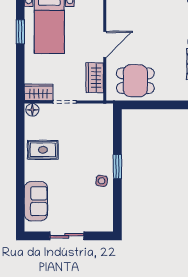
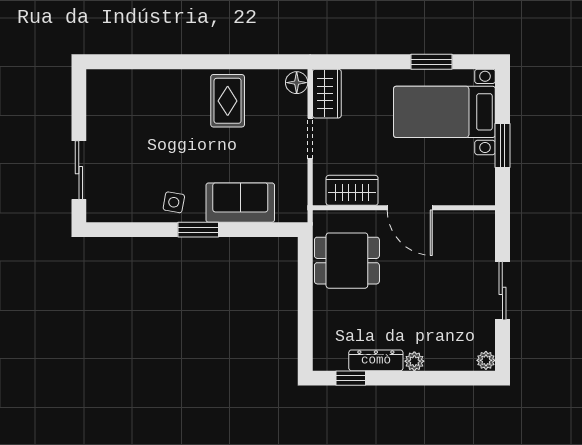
dining table: (135, 81) -> (347, 261), turned 90
sofa: (36, 201) -> (240, 203), moved, turned 180
sliding door: (67, 236) -> (79, 170), moved

